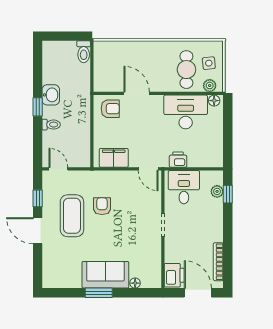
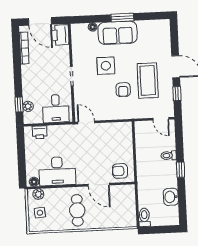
cafe table: (186, 70) -> (77, 210), moved
washbasin: (51, 95) -> (171, 197), moved
filing cabinet: (114, 158) -> (115, 130), removed
printer: (178, 160) -> (40, 132), moved
side table: (121, 236) -> (106, 66), added

